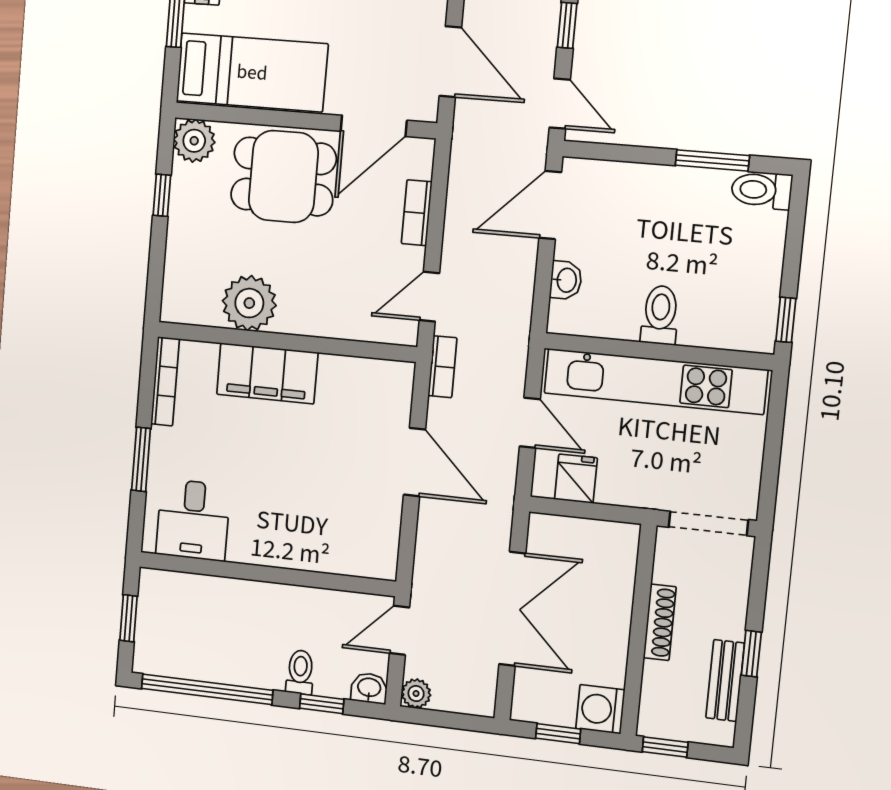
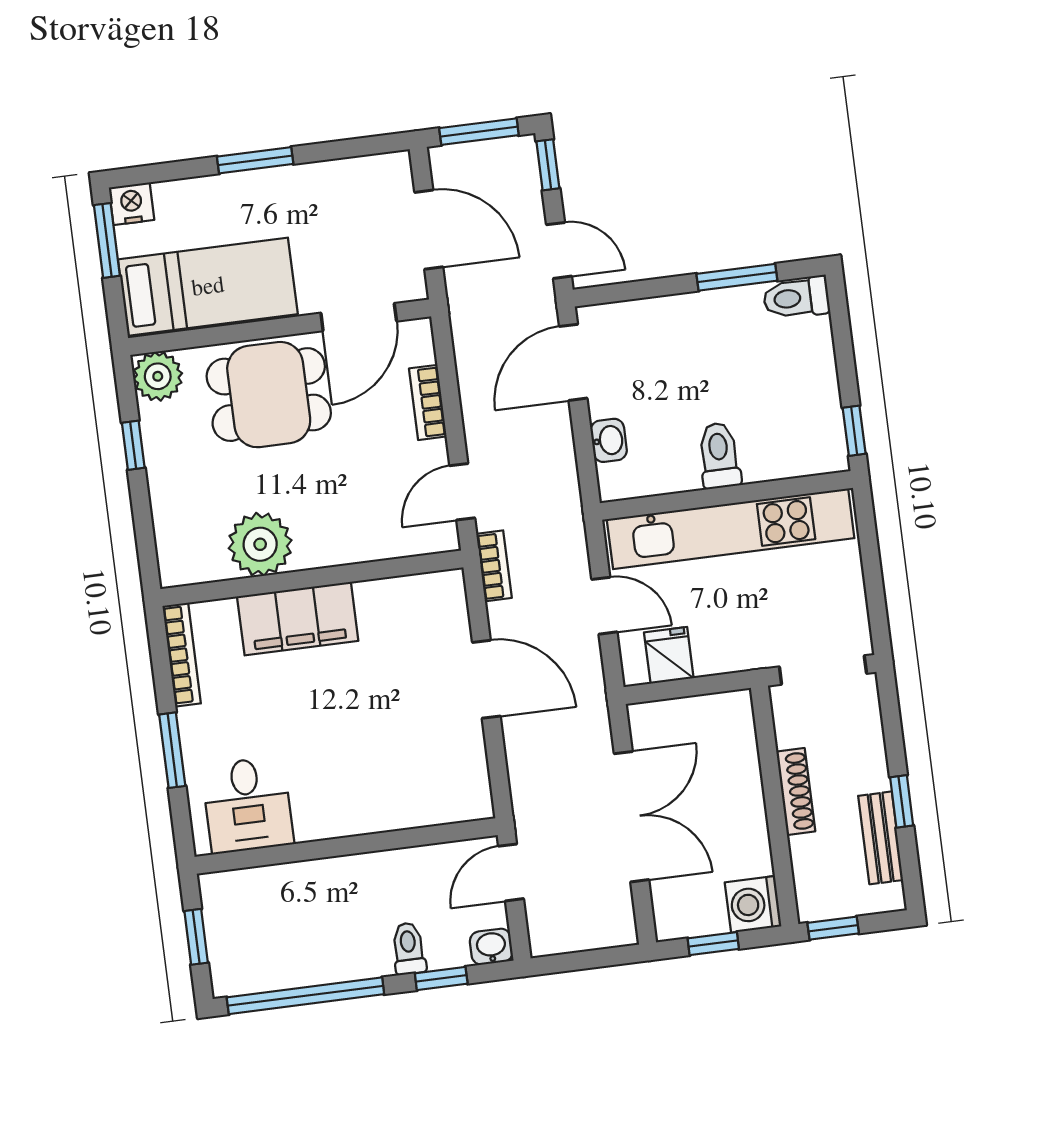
plant: (416, 694) -> (545, 939), removed

